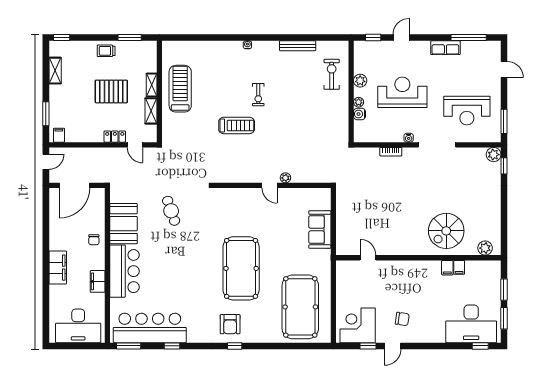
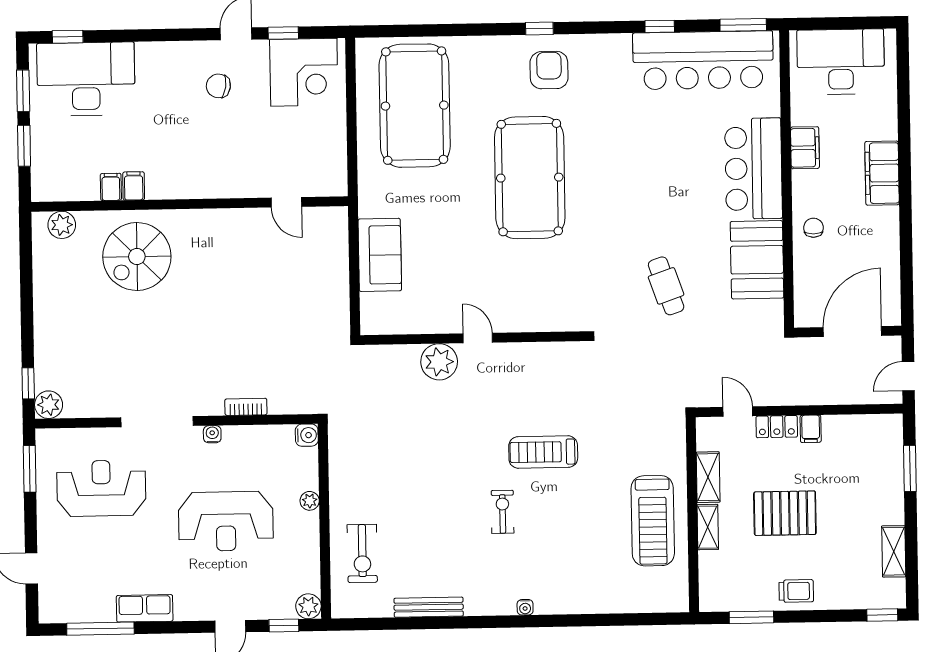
plant: (360, 81) -> (308, 606), moved
water cooler: (359, 114) -> (307, 435), moved
filing cabinet: (59, 135) -> (811, 429), moved
plant: (285, 178) -> (439, 362), width x1.88, depth x1.88
spiral stairs: (446, 231) -> (137, 257), turned 180

